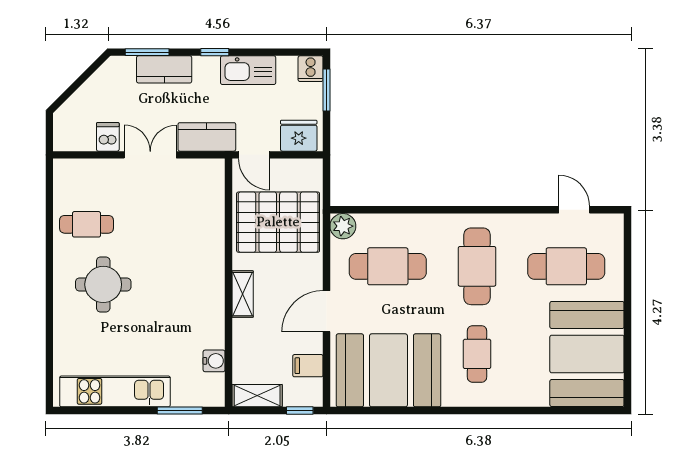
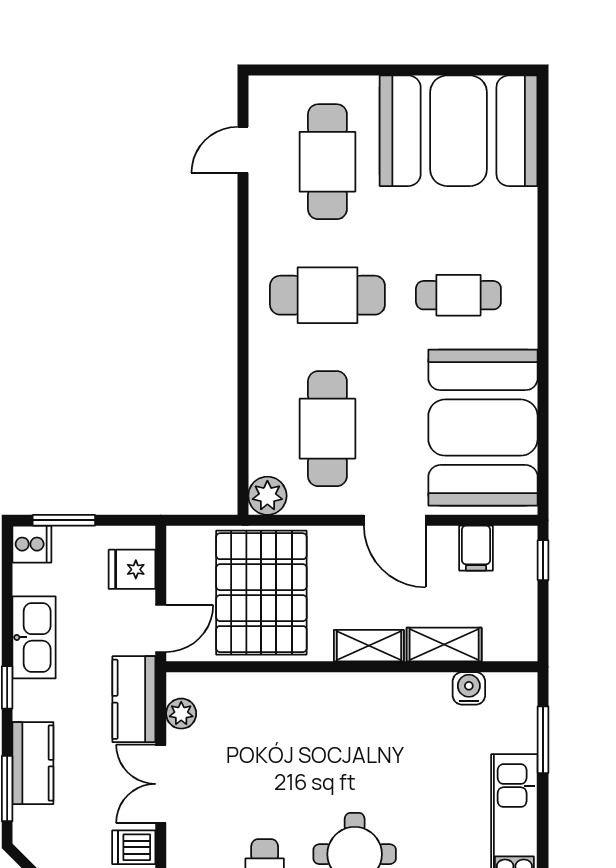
fridge: (299, 136) -> (132, 569), width x0.72
plant: (197, 168) -> (181, 714), added
shelving: (257, 396) -> (444, 645), moved, turned 90

